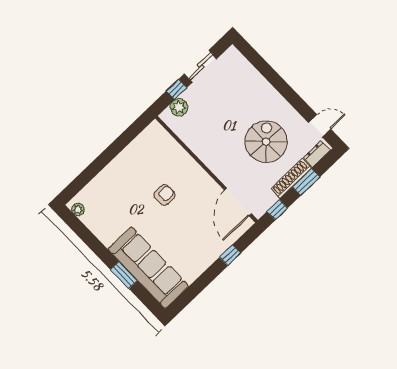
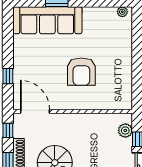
armchair: (165, 195) -> (81, 72), width x1.88, depth x1.88

